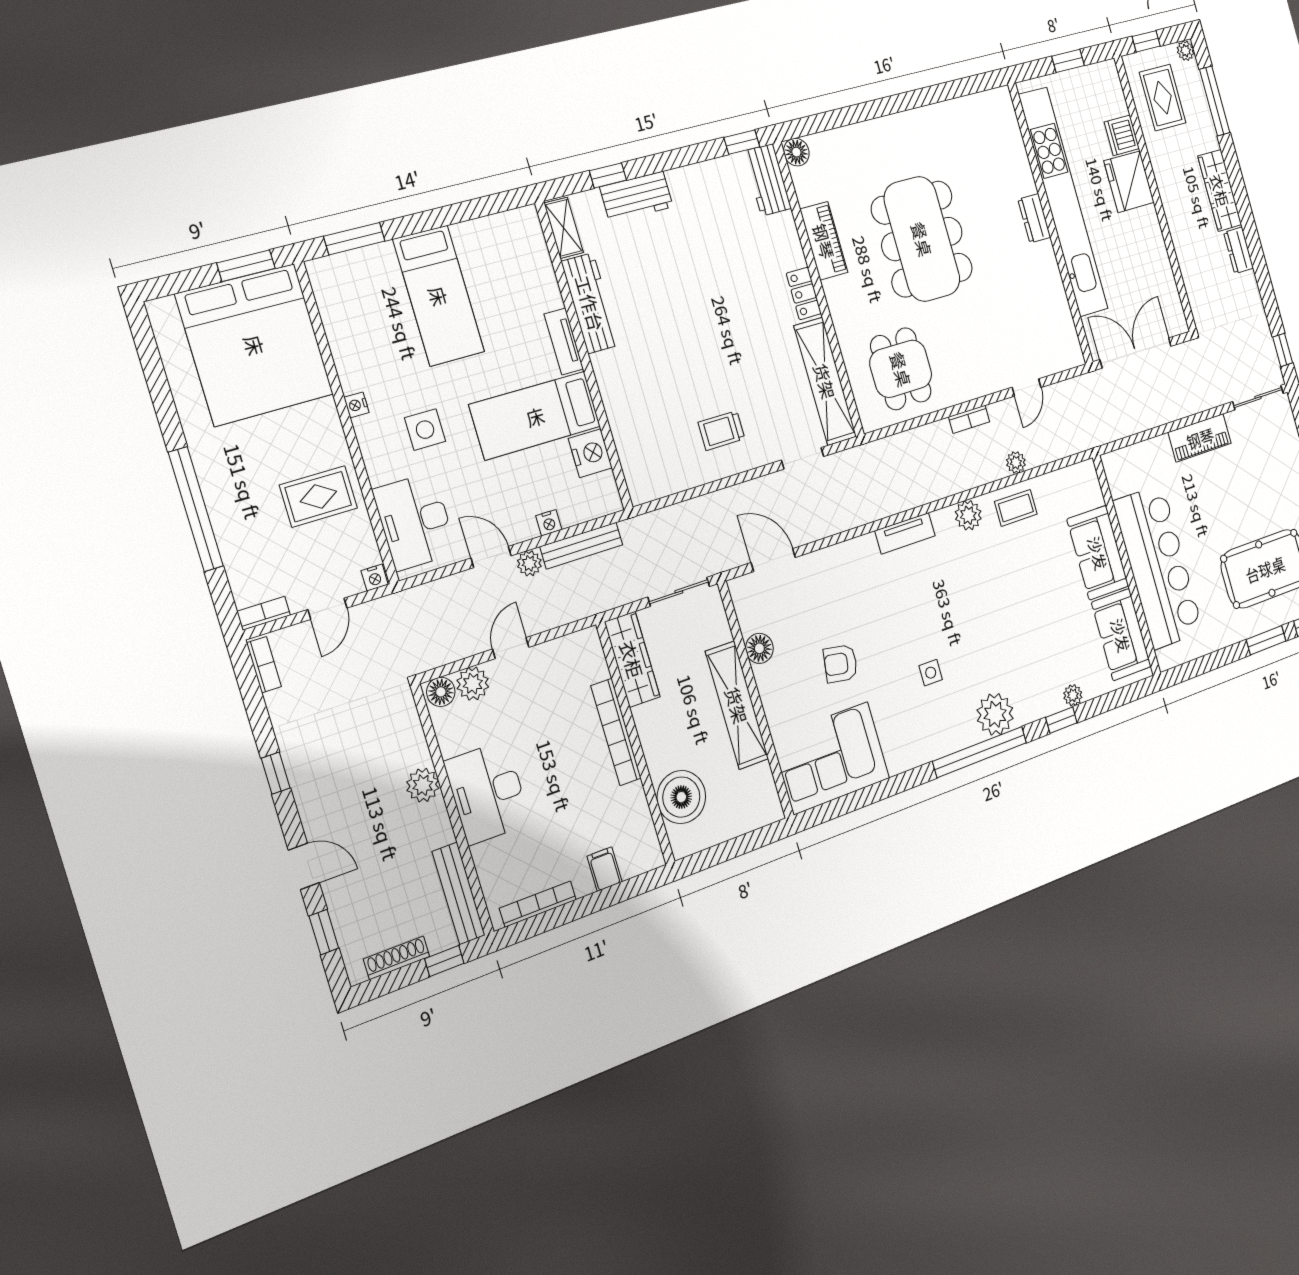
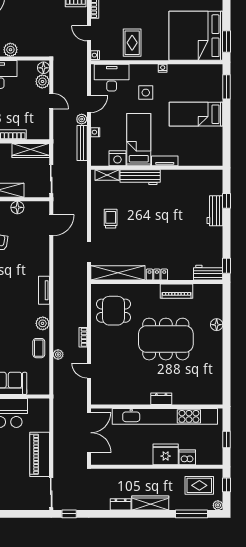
floor lamp: (796, 152) -> (217, 325), moved
shelving: (564, 228) -> (107, 175), moved
workbench: (590, 303) -> (140, 177), moved
piano: (1200, 438) -> (40, 454), width x1.37, depth x1.33

